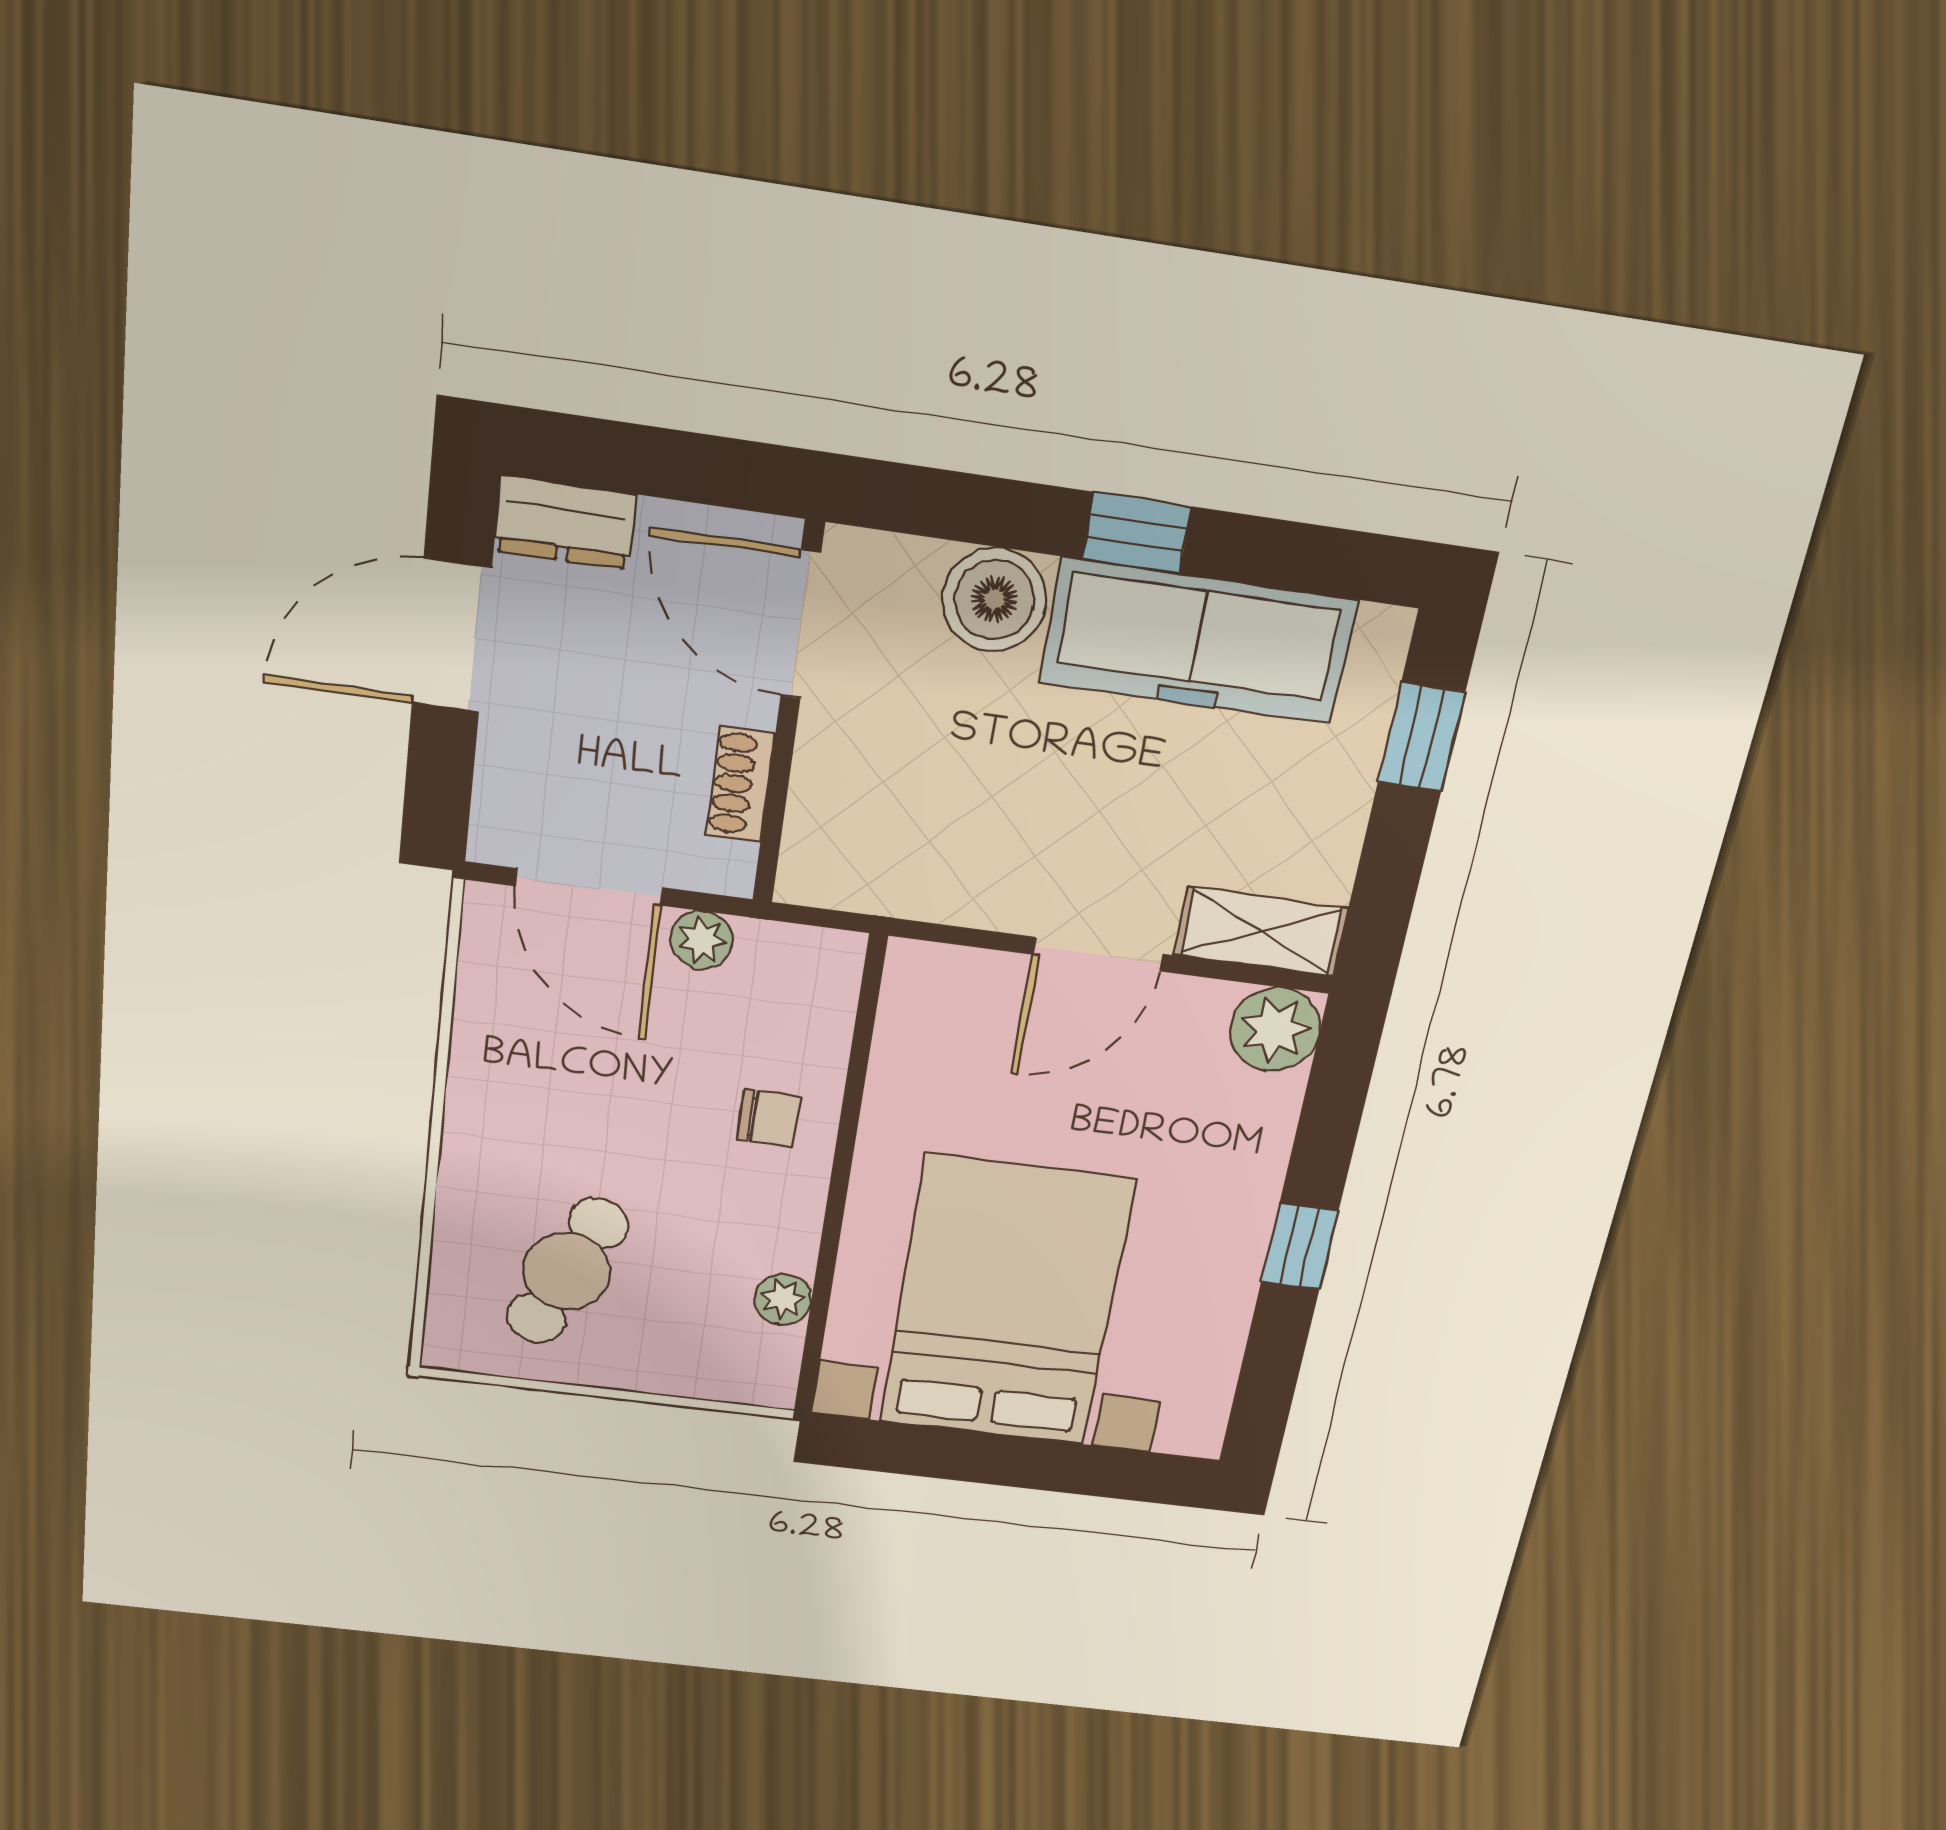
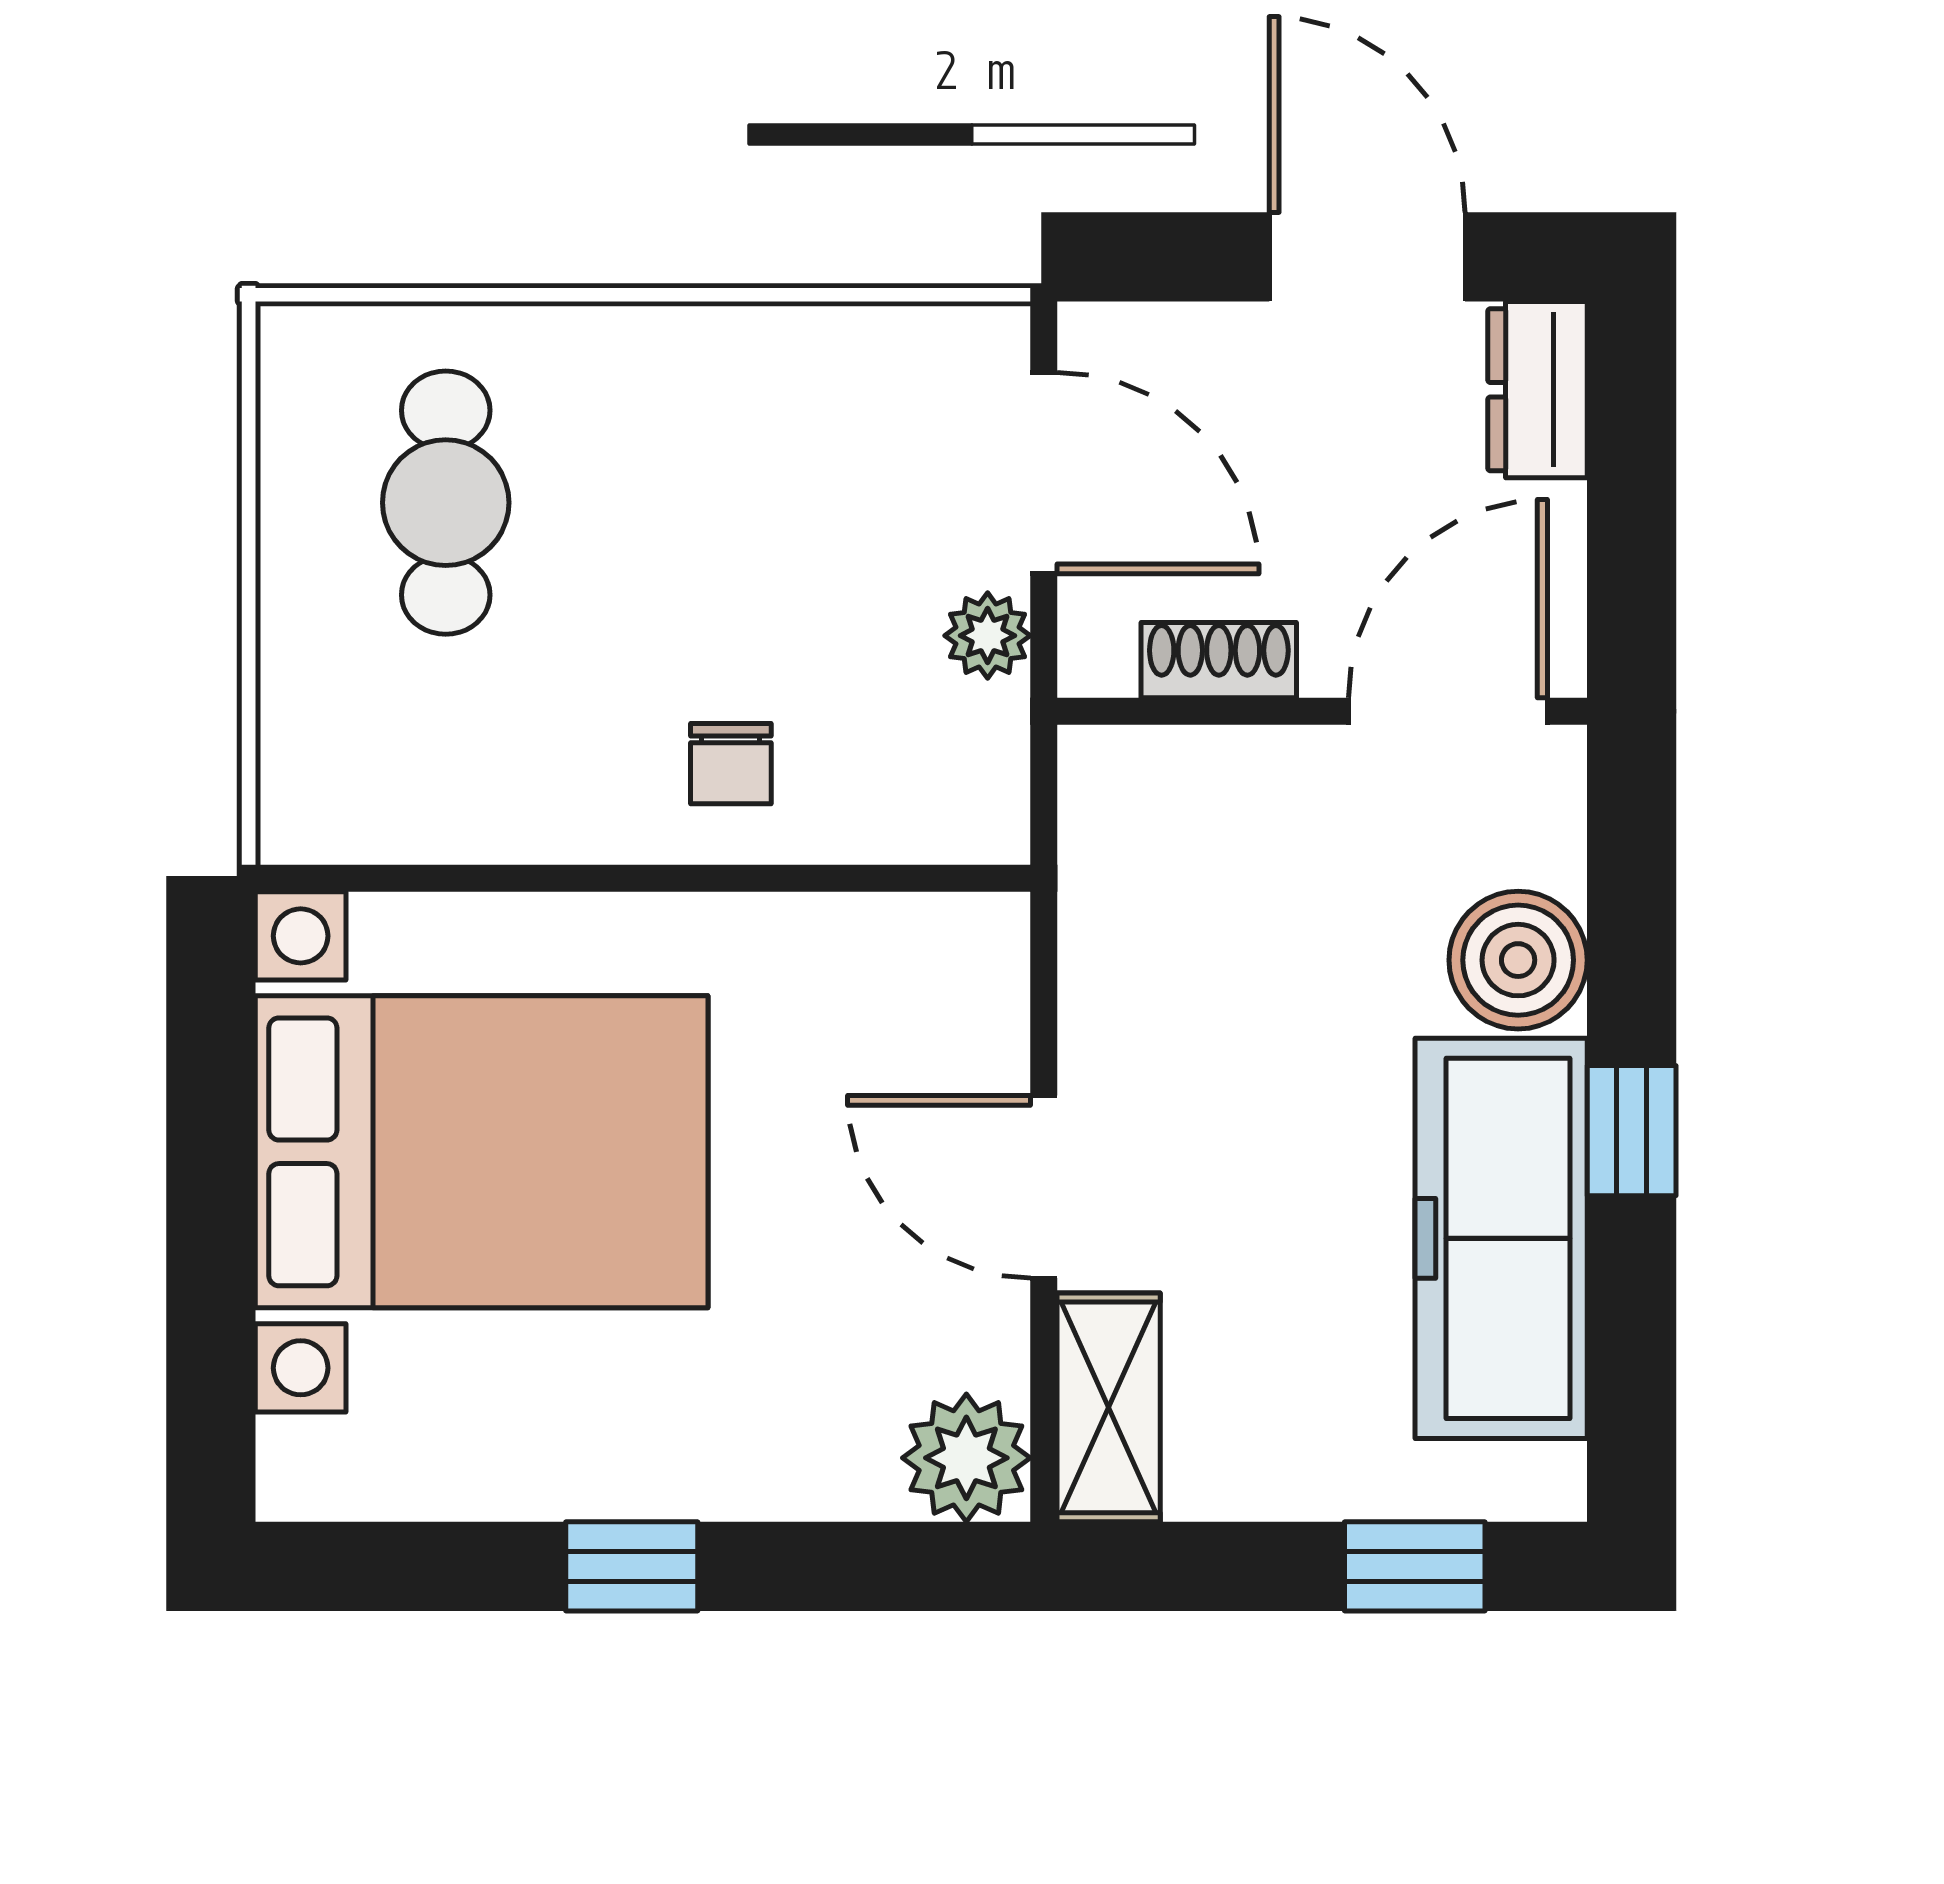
door: (589, 887) -> (1044, 473), swing flipped
cafe table: (567, 1271) -> (446, 503), turned 66
plant: (783, 1299) -> (442, 823), removed

